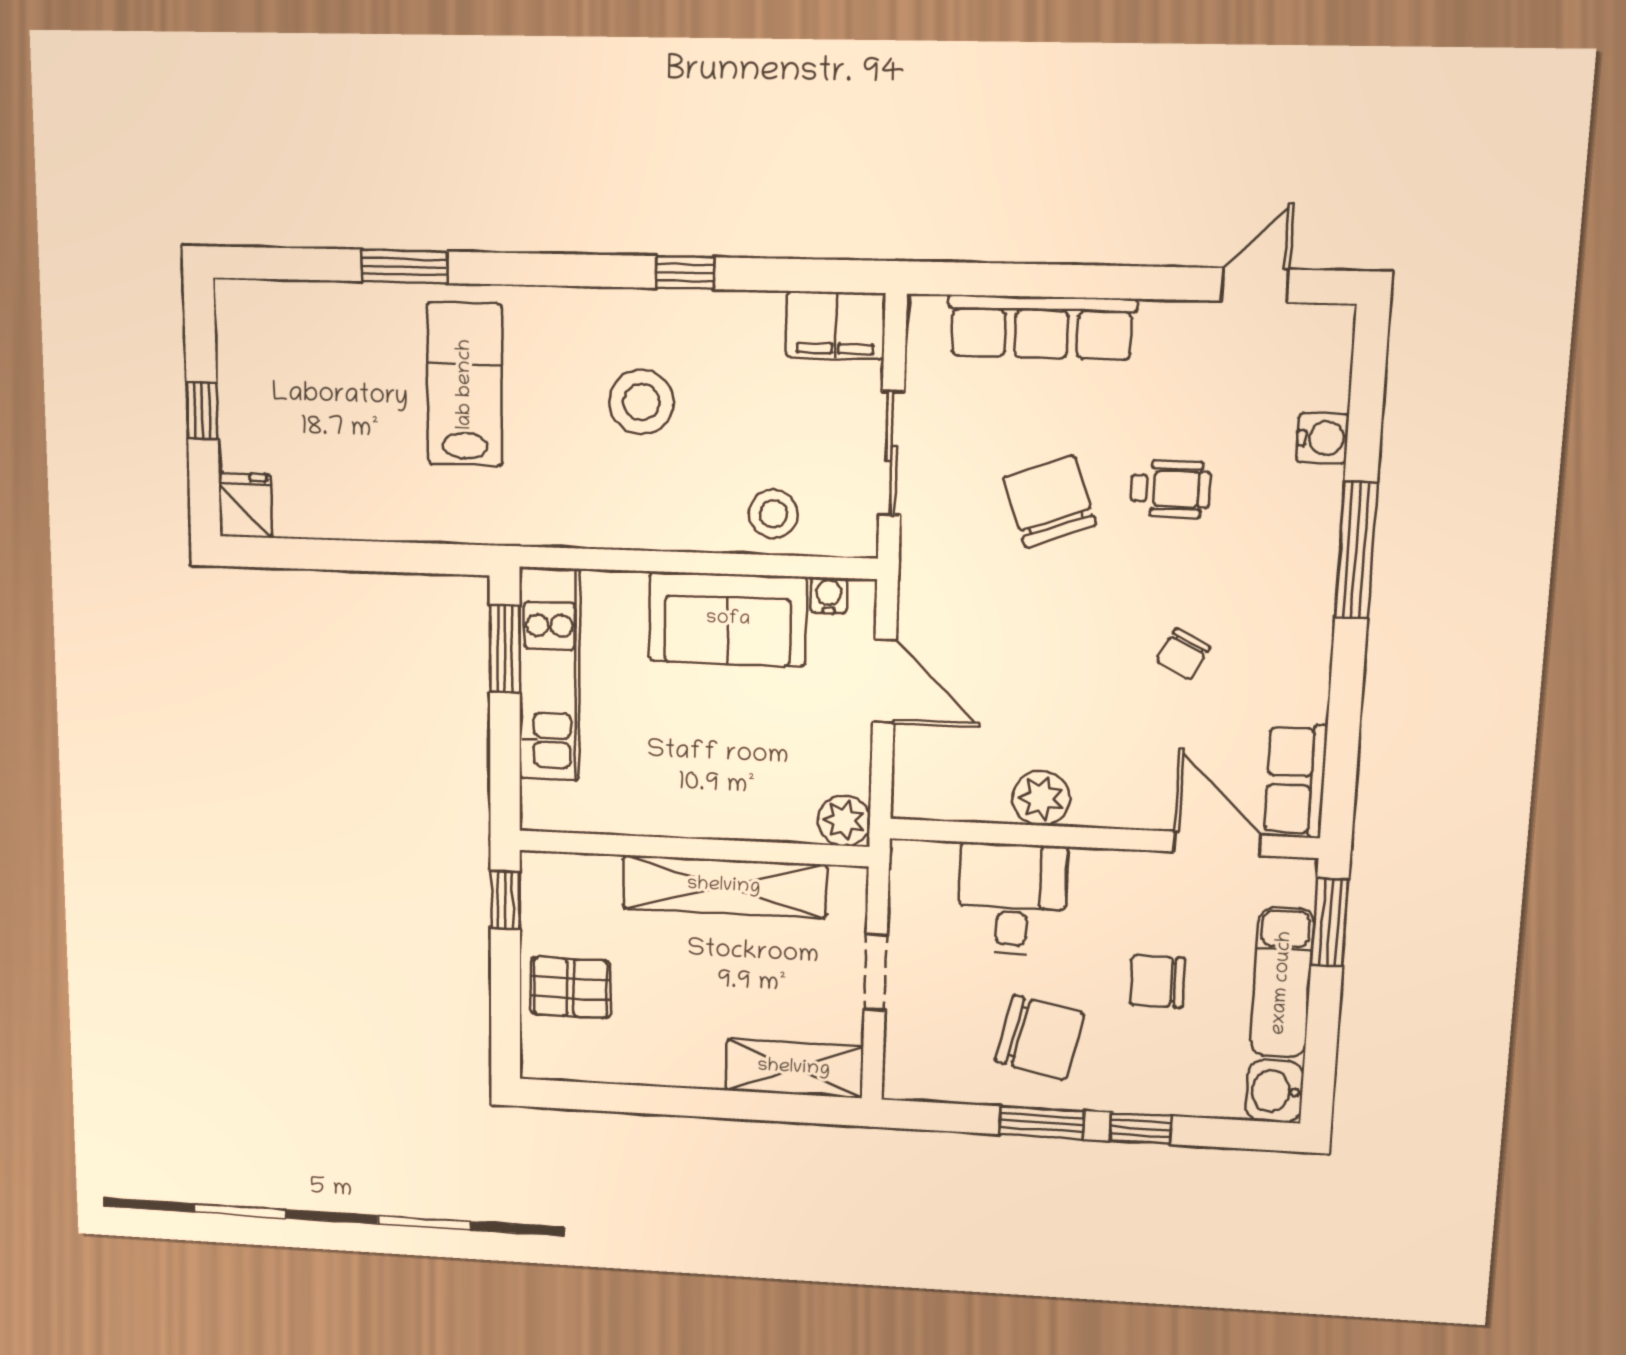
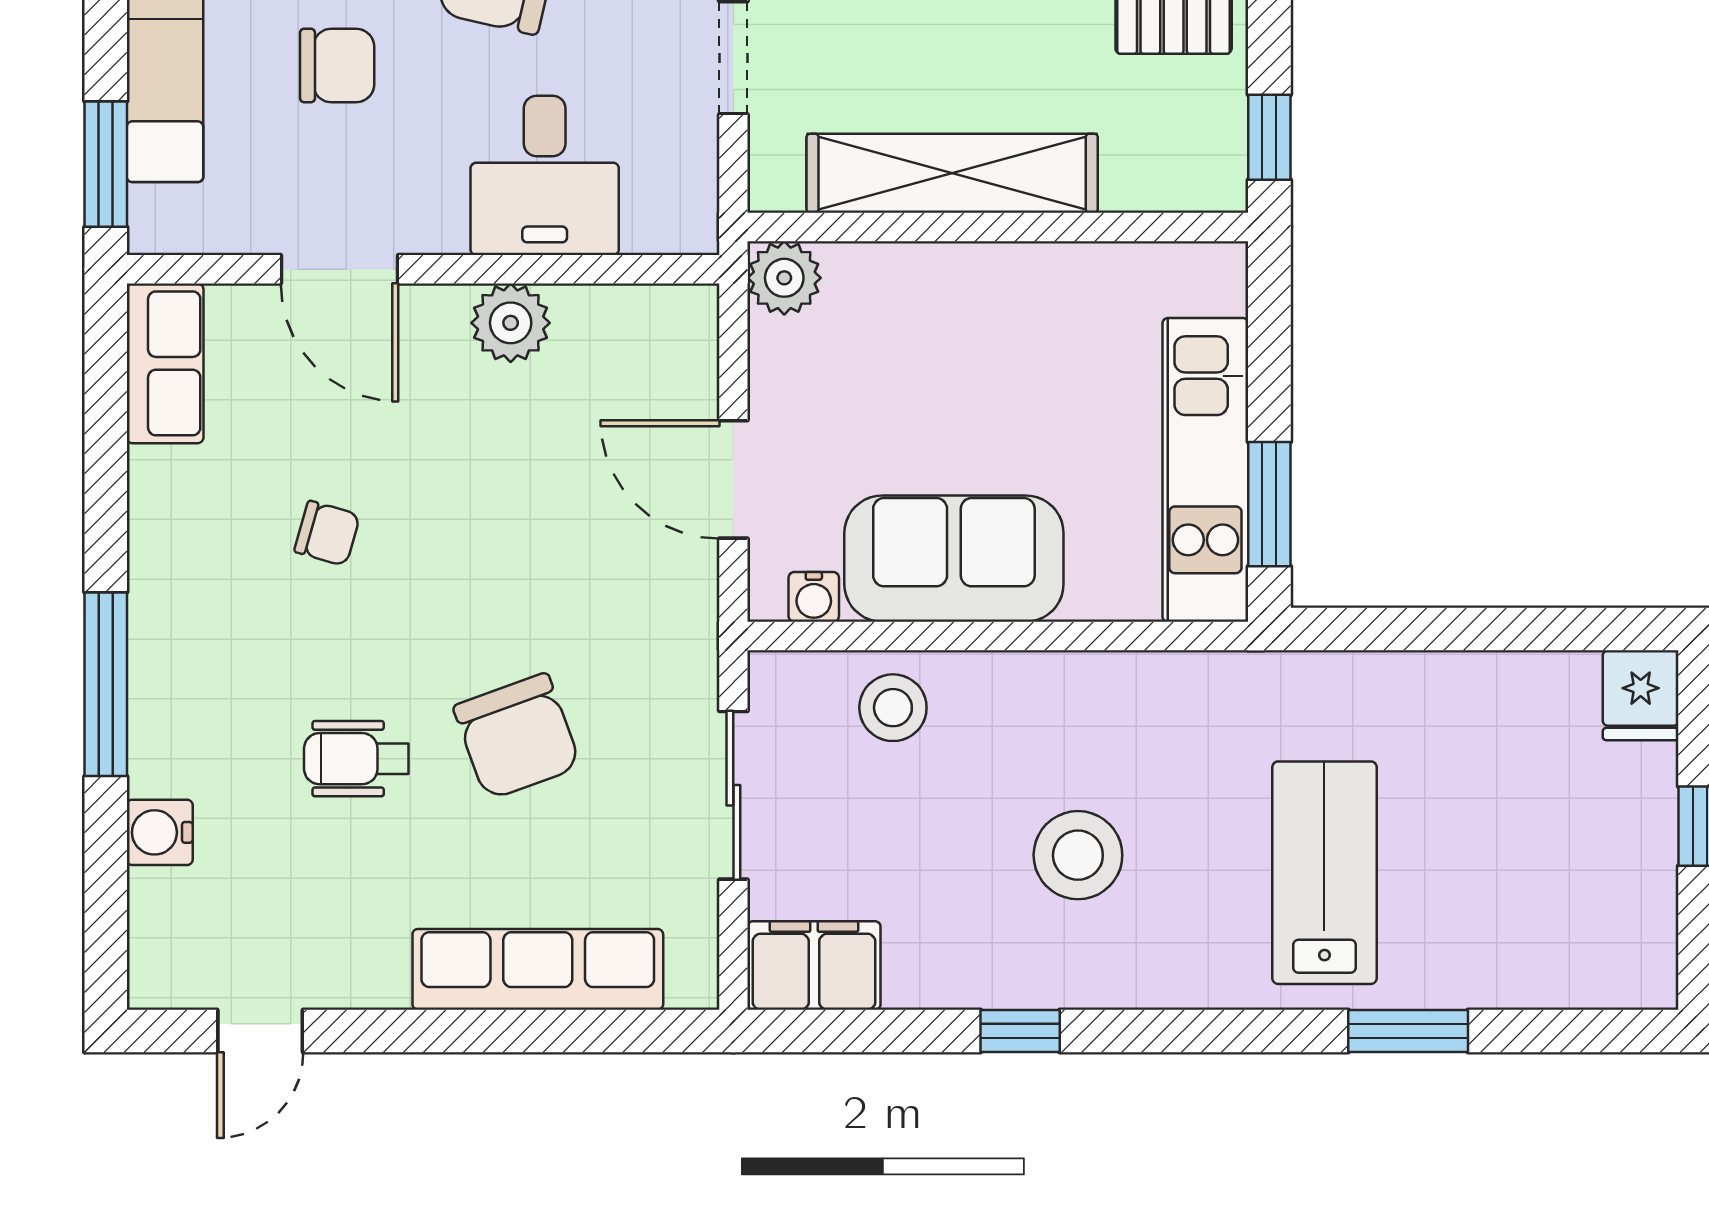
lab bench: (465, 384) -> (1324, 873), turned 180
chair: (1183, 654) -> (327, 533), turned 78
door: (1217, 844) -> (340, 269), moved

